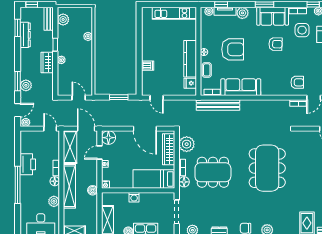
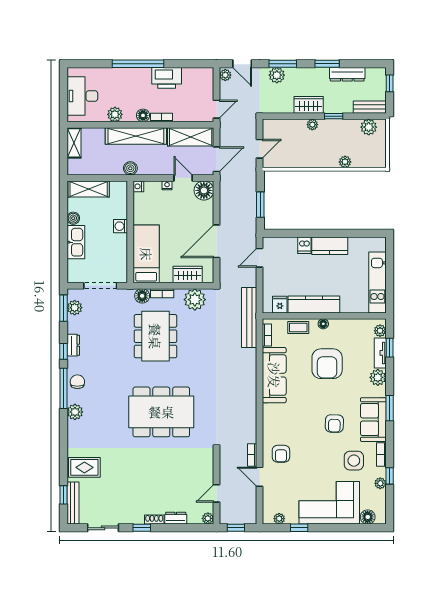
window: (18, 28) -> (327, 64), moved
kitchen counter: (148, 47) -> (330, 246), added
bench: (218, 105) -> (249, 317), moved
wardrobe: (169, 149) -> (188, 274), width x0.67

